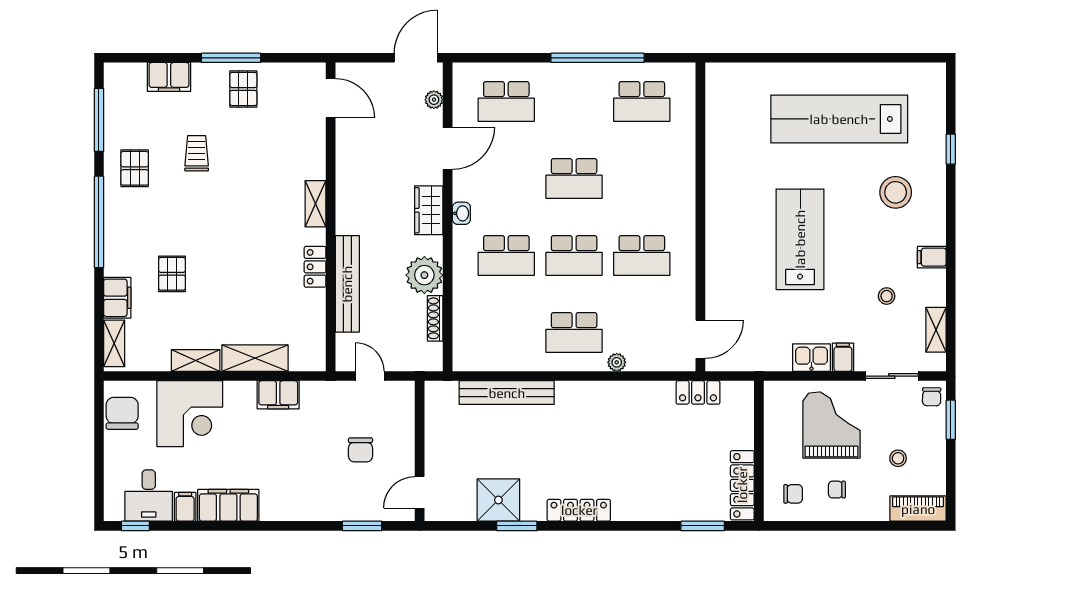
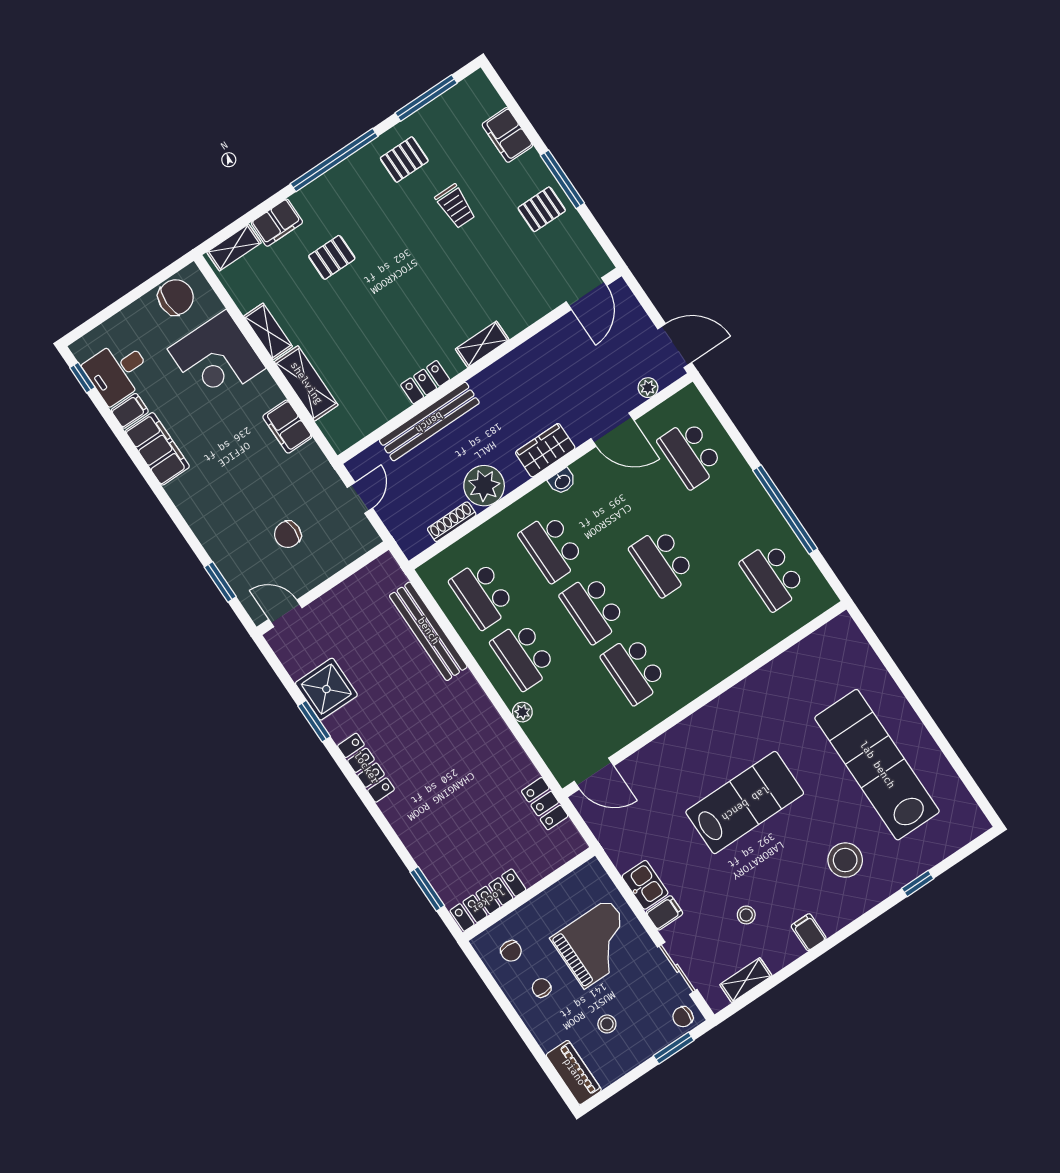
trolley: (197, 153) -> (455, 206), turned 90
school desk: (506, 332) -> (482, 594), added

